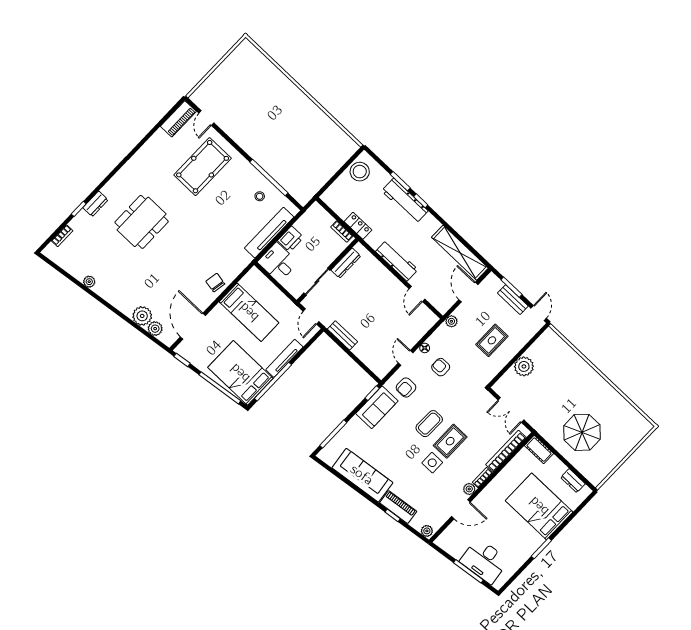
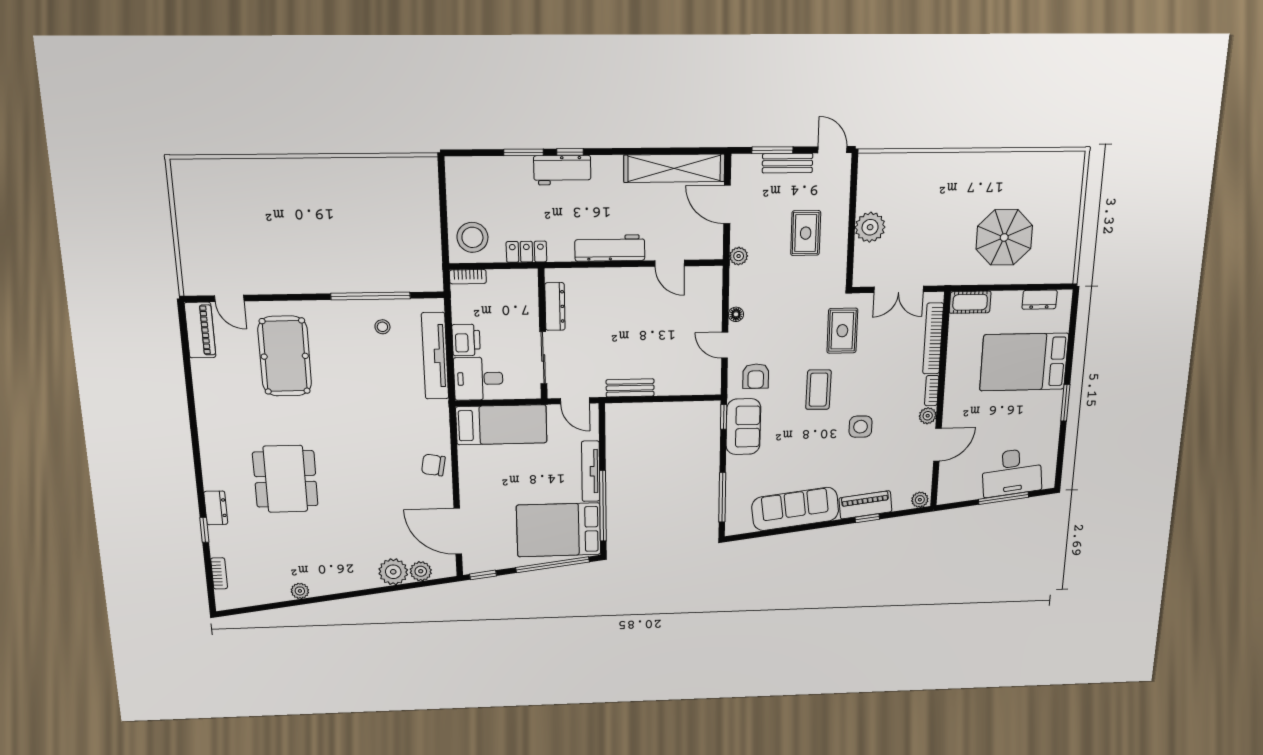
stool: (360, 172) -> (472, 237), moved
workbench: (405, 201) -> (562, 170), width x0.73
bookcase: (342, 231) -> (468, 277), moved
bed: (249, 312) -> (501, 425), moved
armchair: (441, 367) -> (774, 318), removed
rug: (450, 441) -> (842, 331), moved

